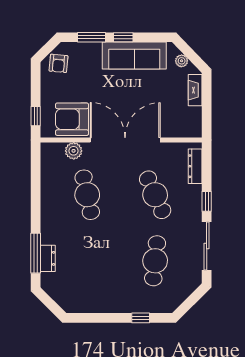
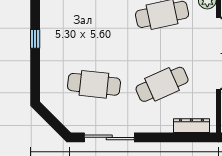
window: (207, 201) -> (155, 137), removed
window: (141, 318) -> (35, 39), moved

